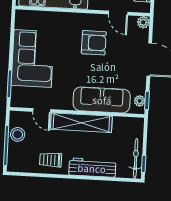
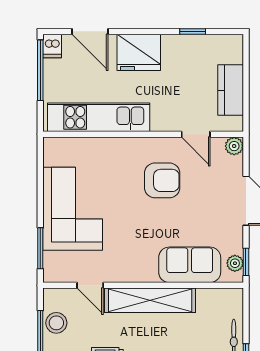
sofa: (102, 100) -> (190, 265), width x0.73

